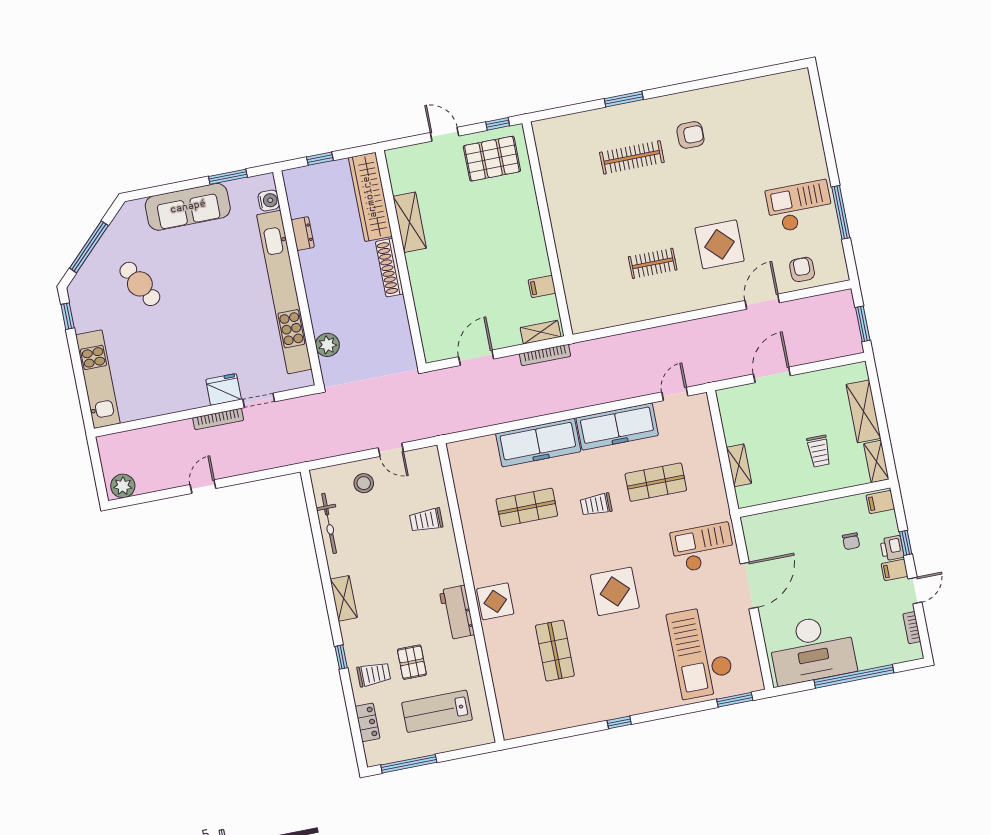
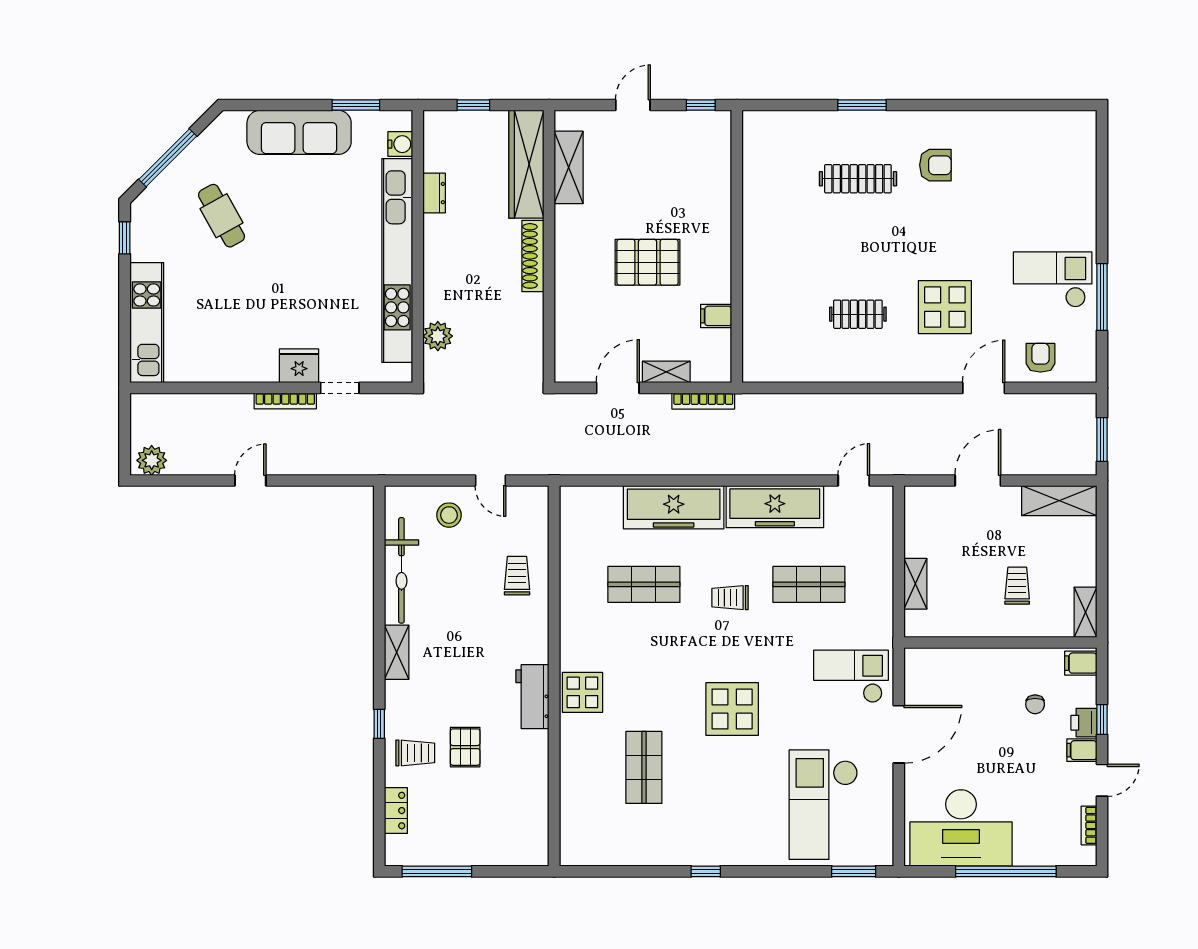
door: (445, 134) -> (633, 105), hinge flipped
pallet: (492, 159) -> (648, 262), moved
shelving: (410, 222) -> (569, 167), moved
shelving: (541, 332) -> (666, 372), moved
shelving: (863, 411) -> (1059, 501), moved, turned 90
trolley: (819, 451) -> (1017, 586), turned 180
trolley: (426, 520) -> (517, 576), turned 90
bicycle: (329, 523) -> (401, 570), width x1.37, depth x1.40
lab bench: (437, 711) -> (484, 814), removed

